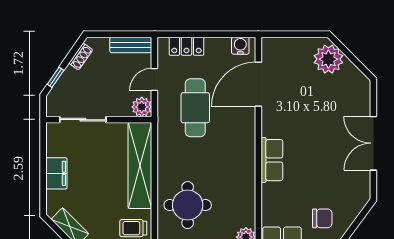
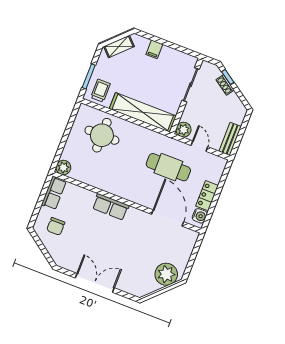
locker: (186, 46) -> (207, 196), moved
shoe rack: (81, 56) -> (225, 85), moved
filing cabinet: (56, 173) -> (154, 49), width x0.50

